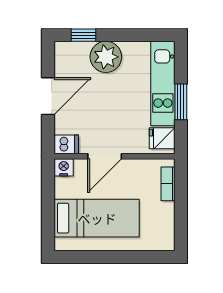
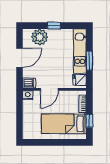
window: (83, 35) -> (54, 26), moved
plant: (106, 57) -> (40, 37), moved
window: (181, 216) -> (89, 121), added
bed: (97, 218) -> (64, 124), moved, turned 180

